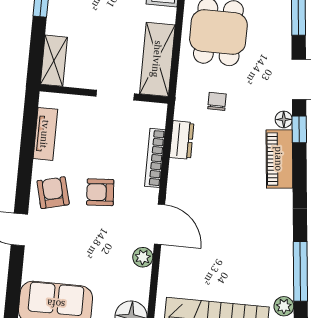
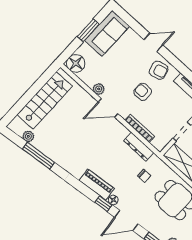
dresser: (182, 140) -> (139, 147), width x1.44
armchair: (100, 192) -> (143, 92), turned -86

